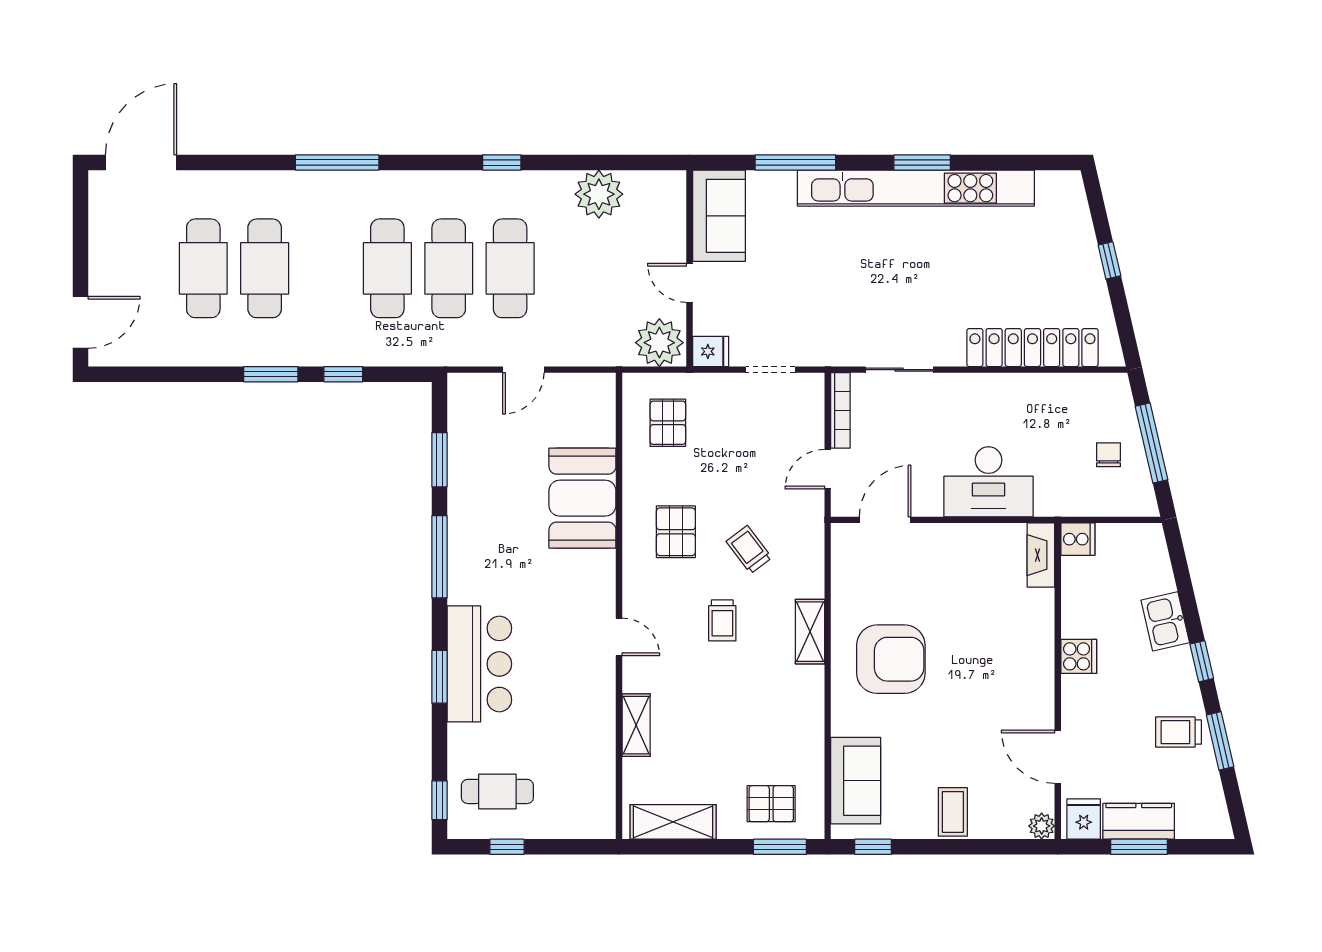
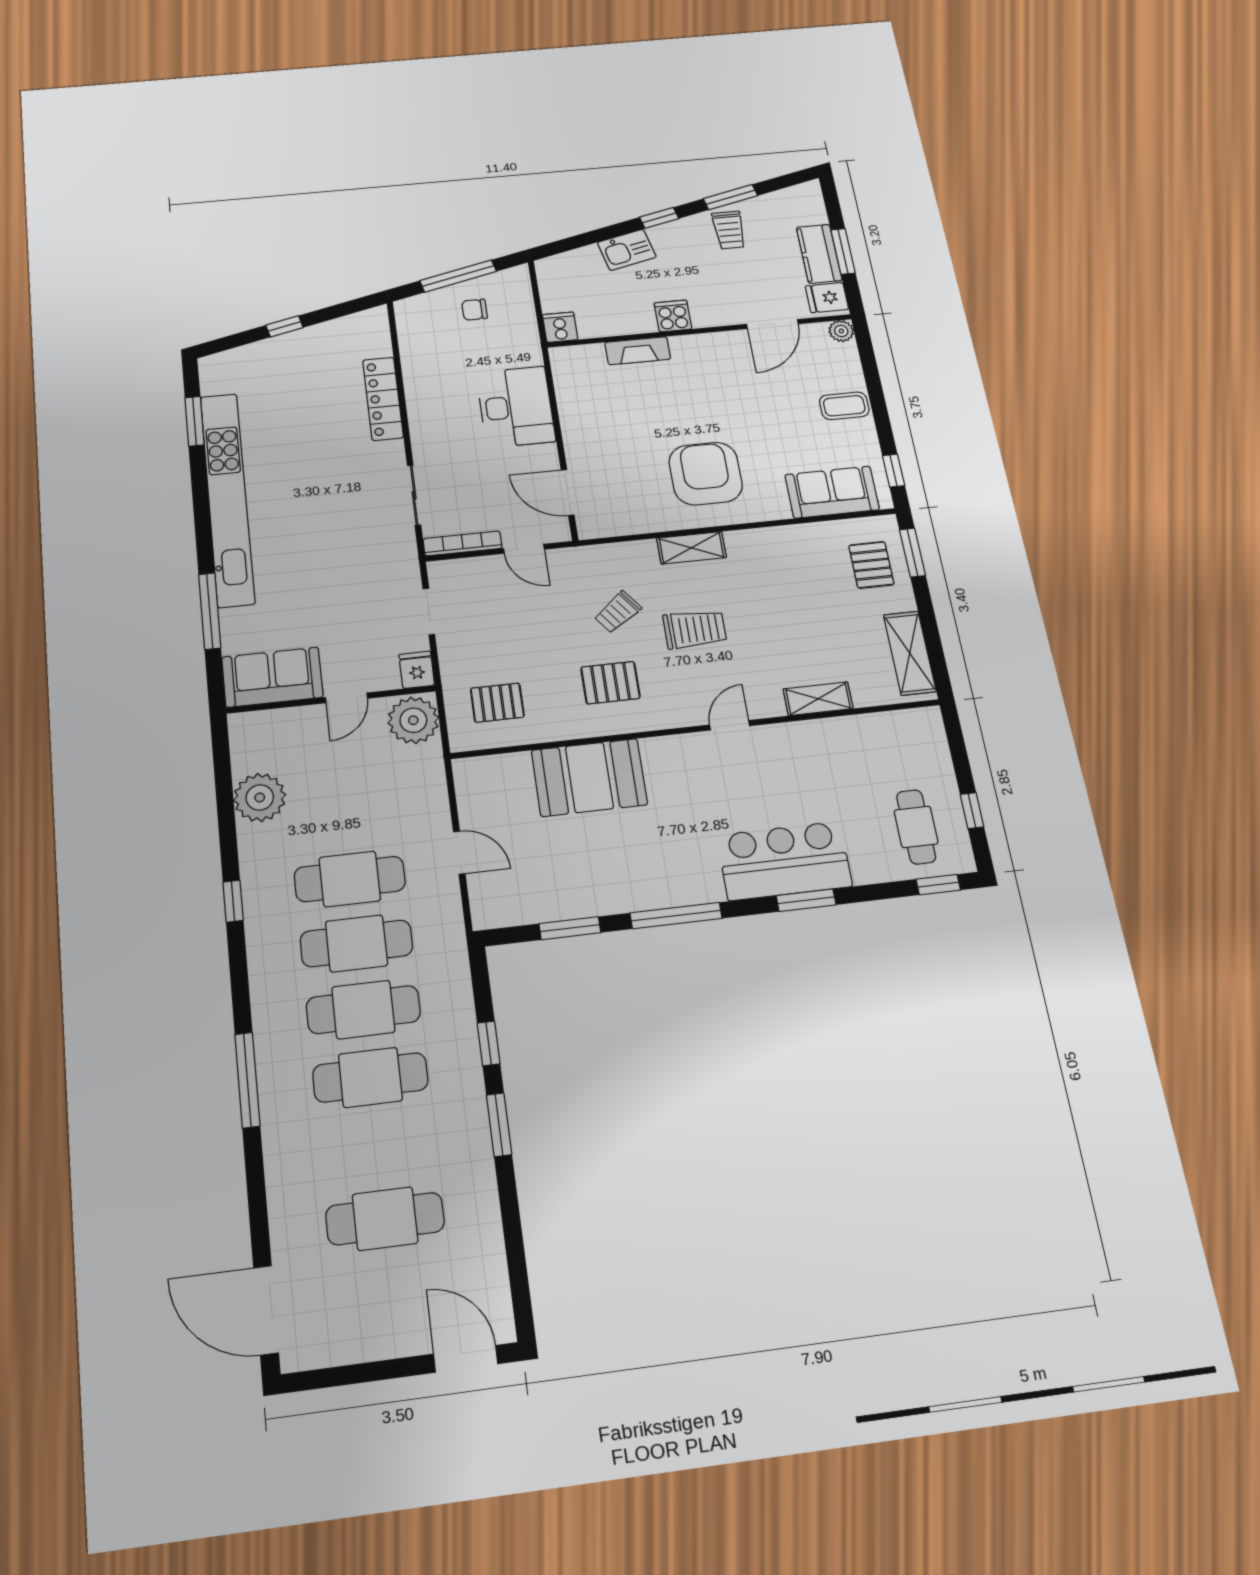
window: (922, 163) -> (194, 421), moved
cafe table: (265, 268) -> (370, 1077), moved
locker: (1032, 348) -> (383, 399), width x0.71, depth x0.83
fireplace: (1041, 555) -> (638, 351), moved
trolley: (722, 620) -> (695, 629), width x1.36, depth x1.39

